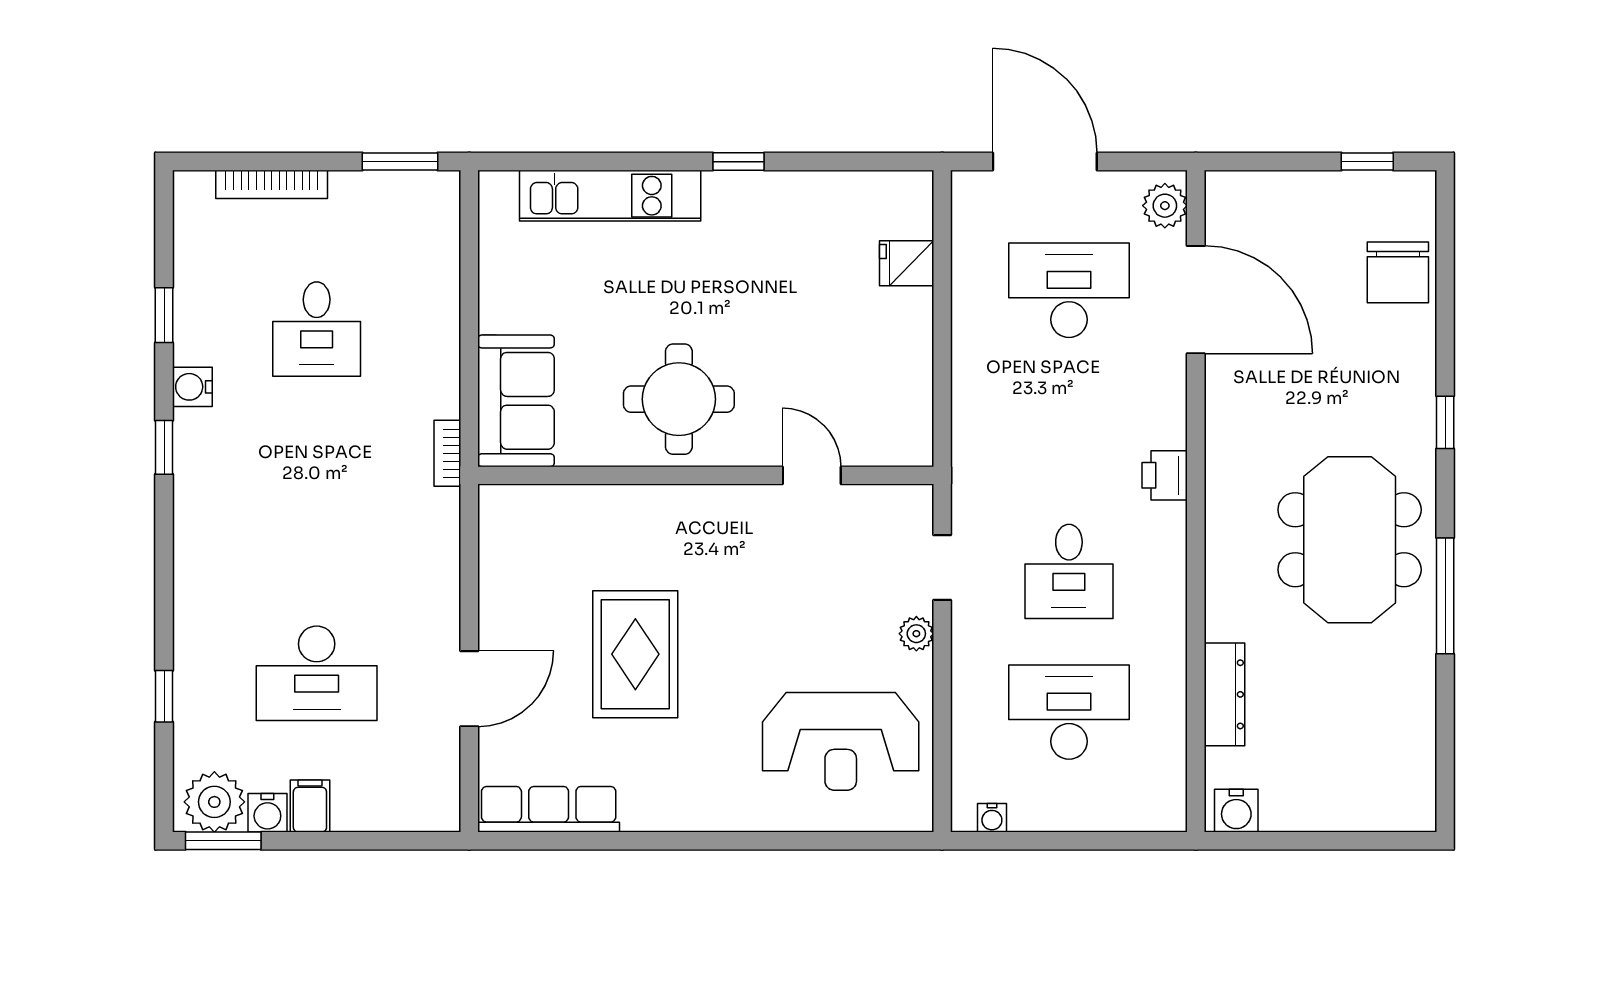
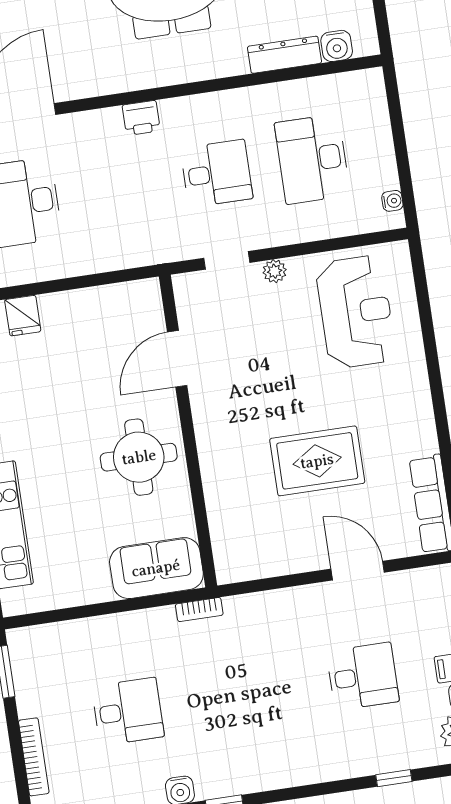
door: (812, 475) -> (177, 359), width x1.38
desk: (317, 673) -> (363, 676), width x0.73
water cooler: (1236, 811) -> (337, 46), moved, turned 90

